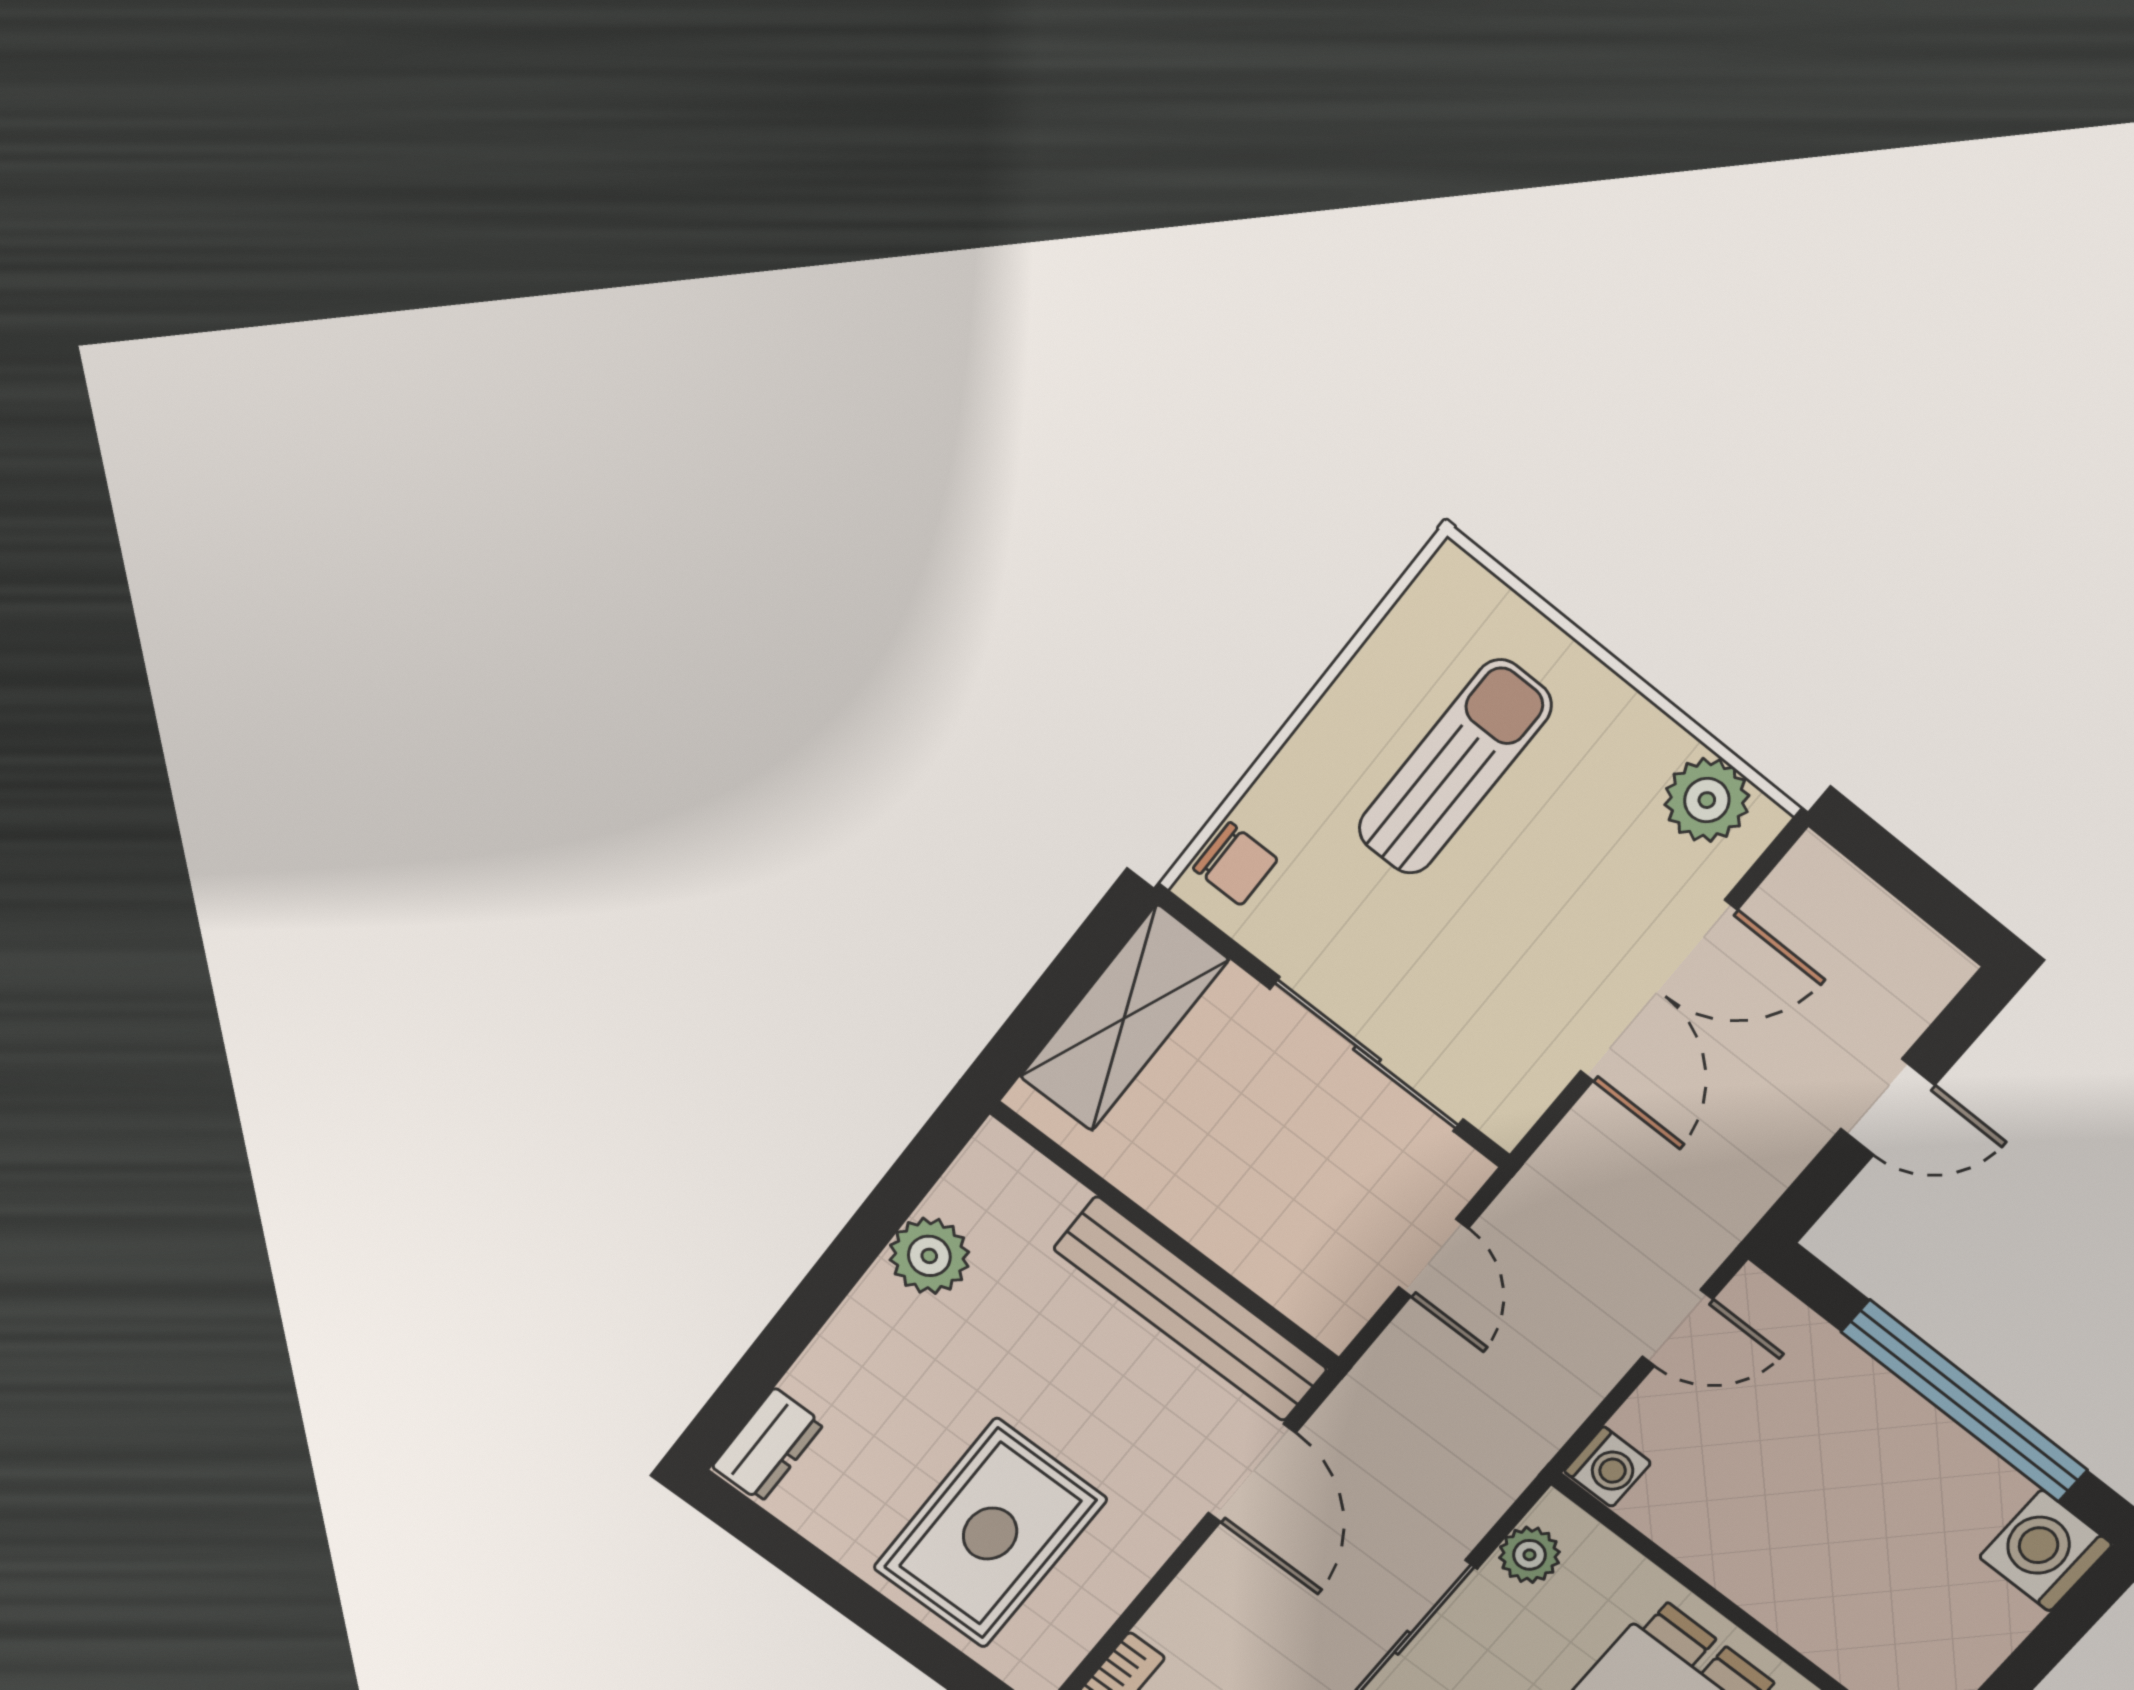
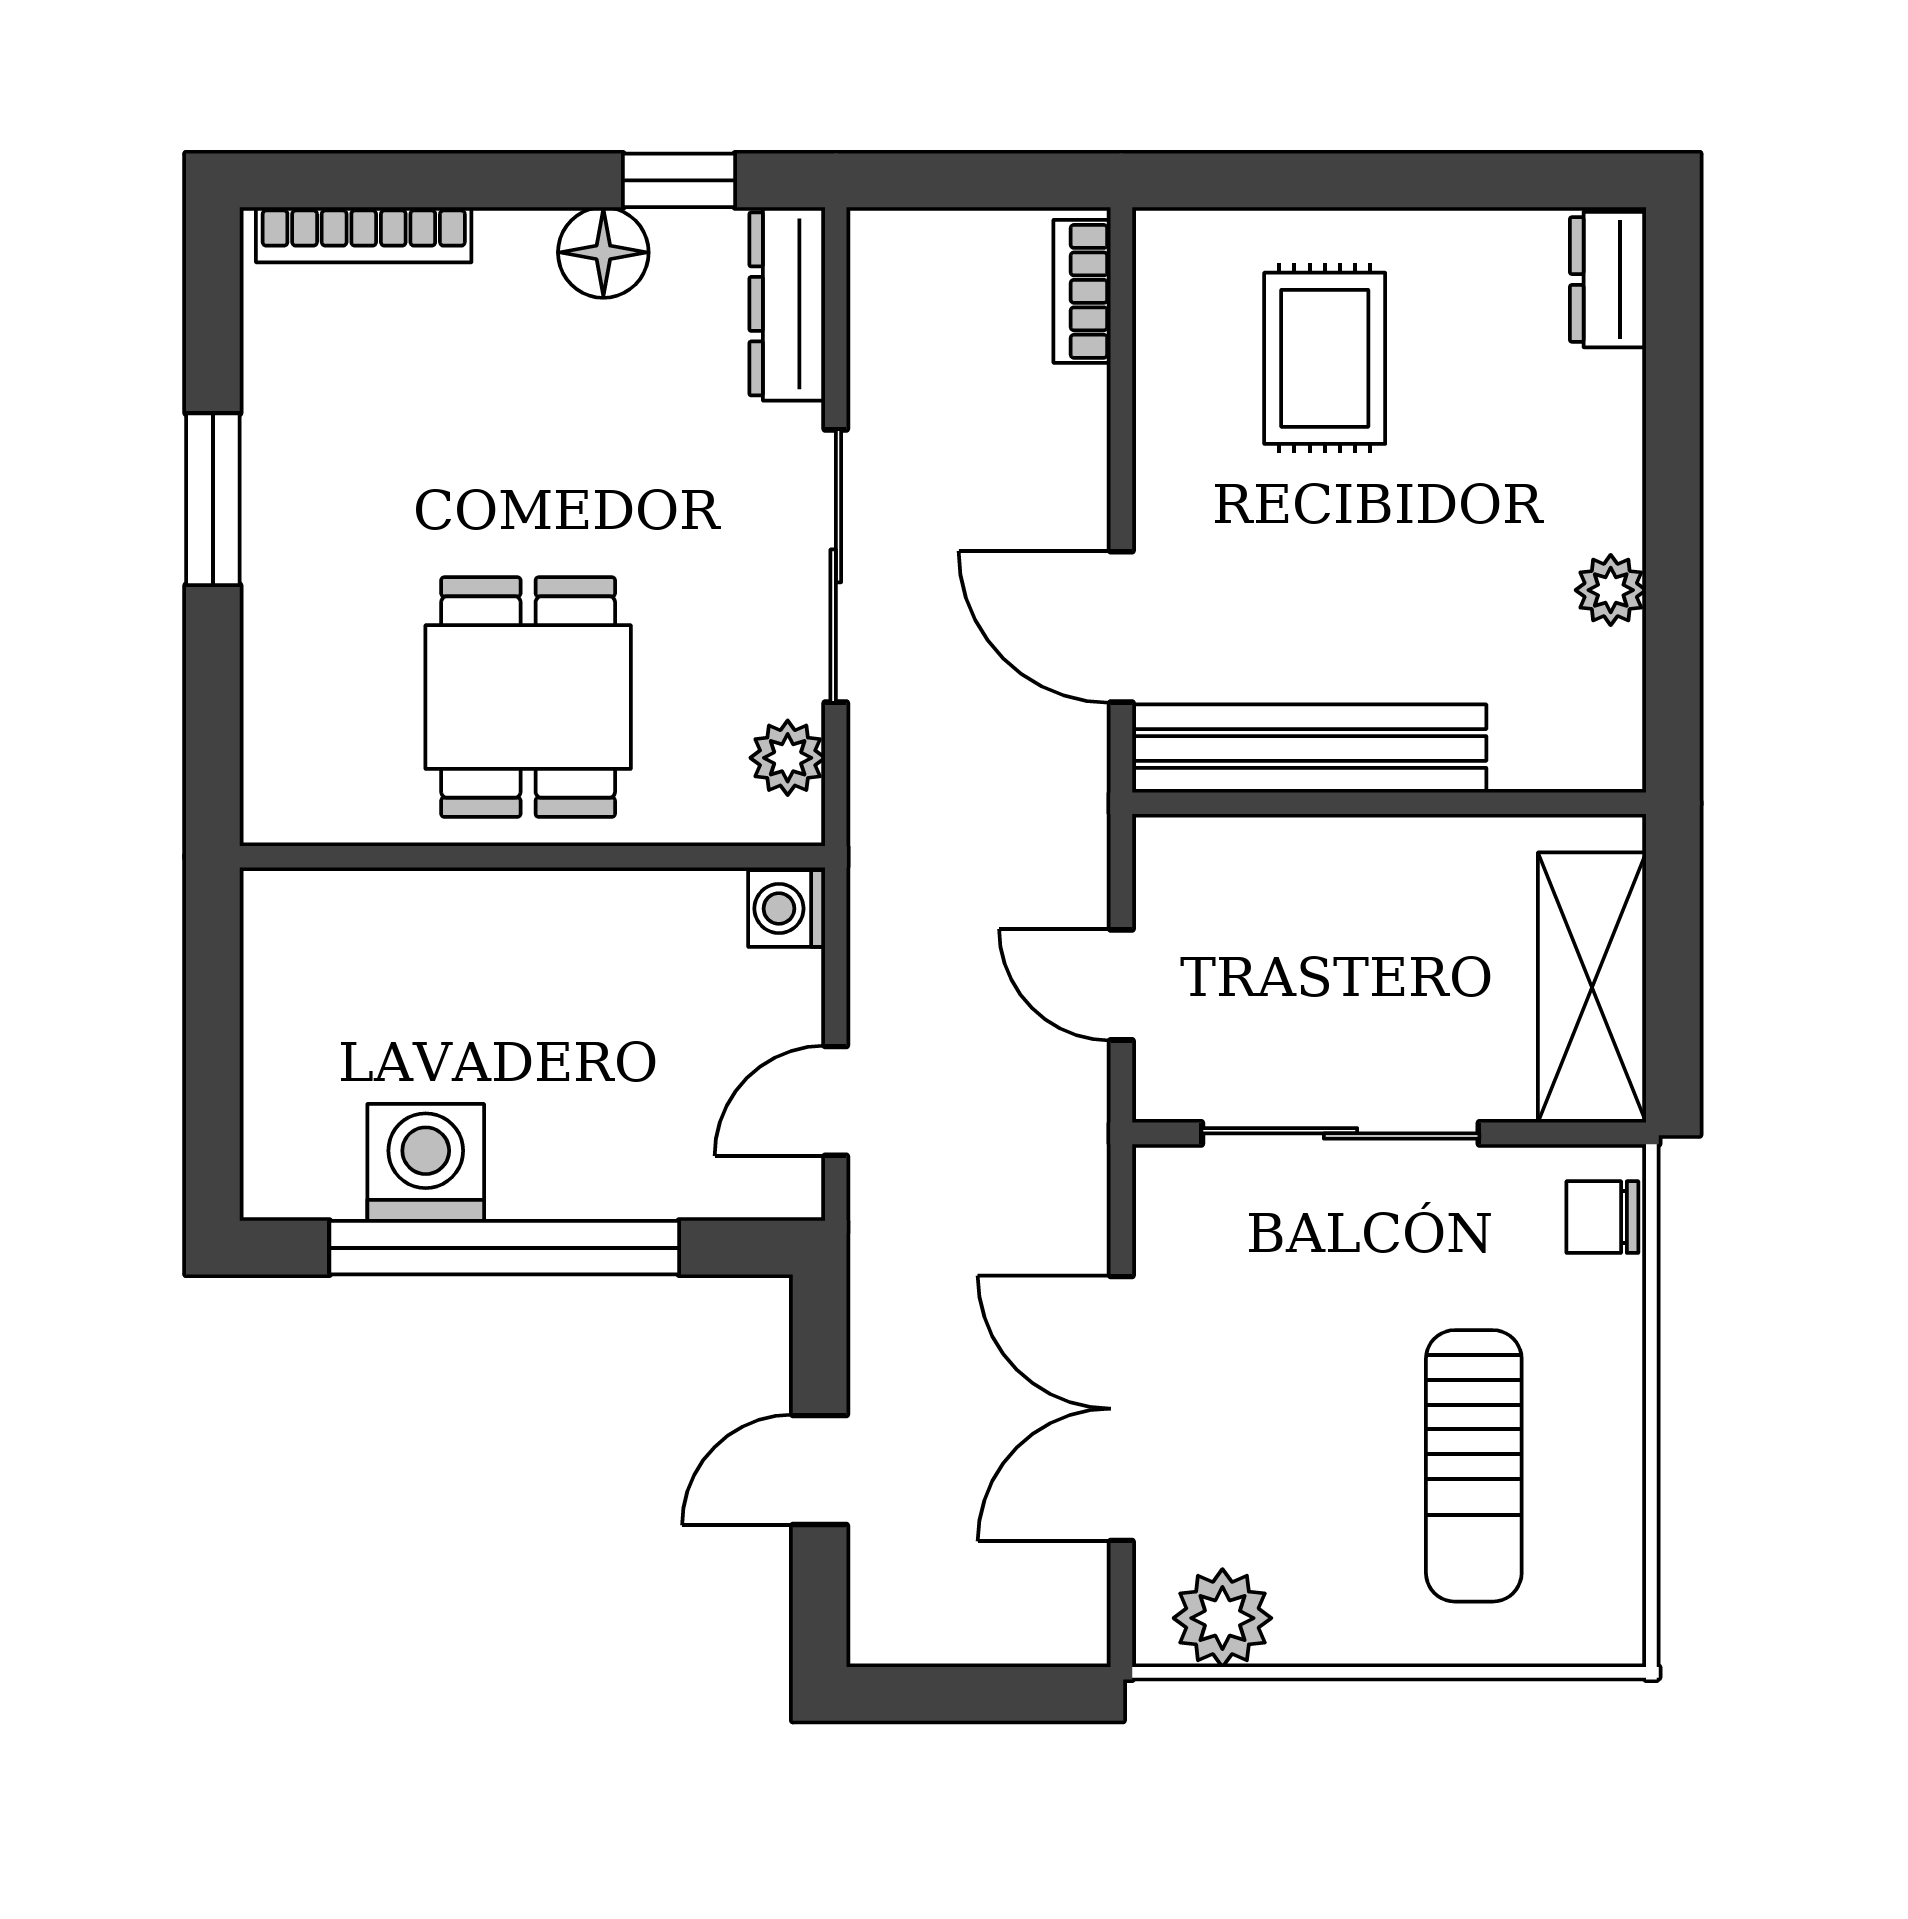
plant: (929, 1256) -> (1611, 590), width x0.73, depth x0.73
rug: (990, 1534) -> (1325, 358), width x0.73, depth x0.70
washing machine: (2046, 1551) -> (426, 1162), moved, turned -90

